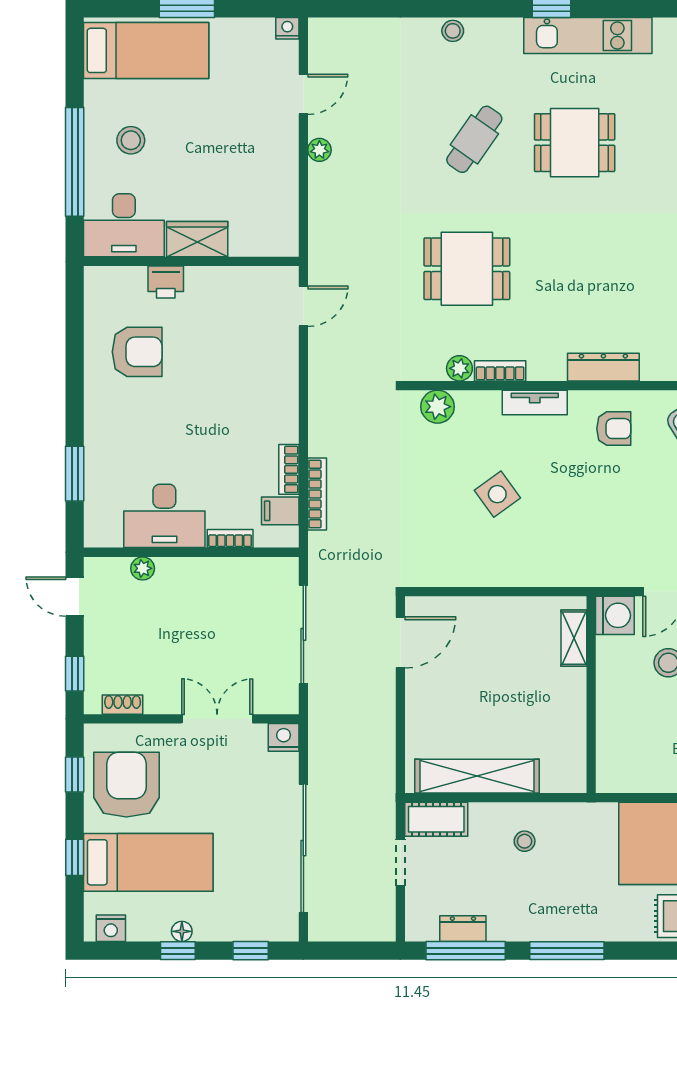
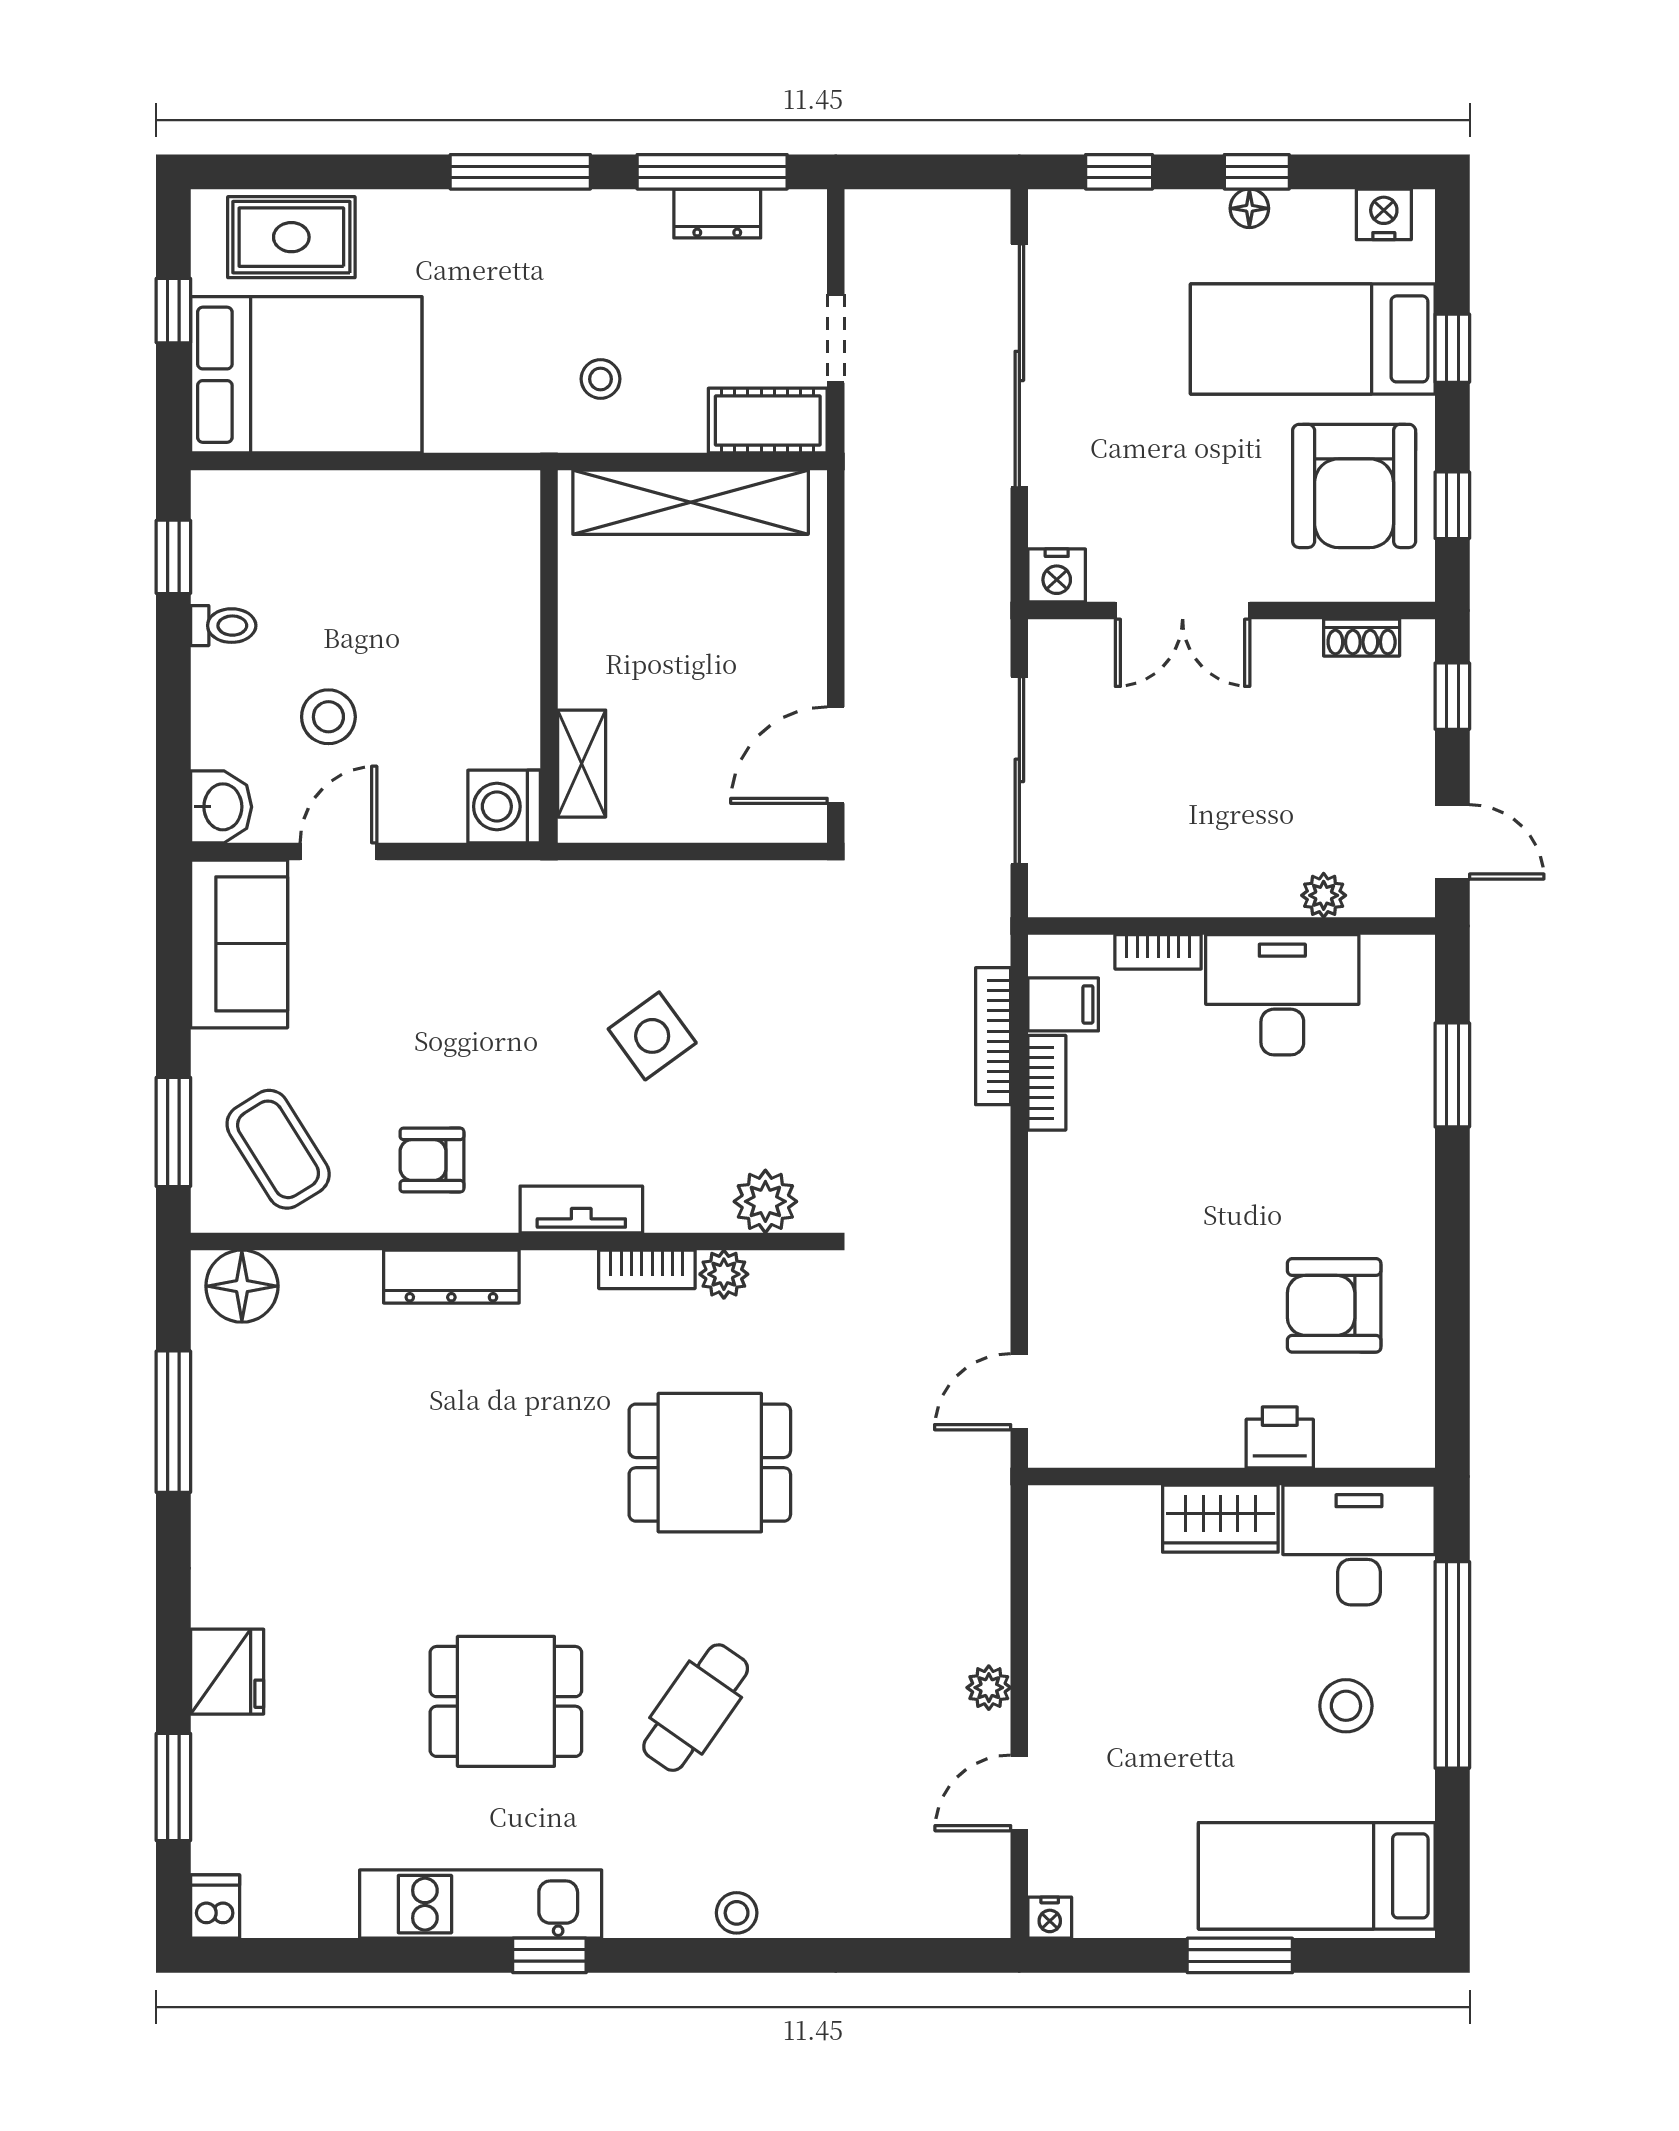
washing machine: (615, 615) -> (504, 806), moved
shelving: (574, 638) -> (582, 764), moved
wall: (591, 695) -> (549, 656), moved

